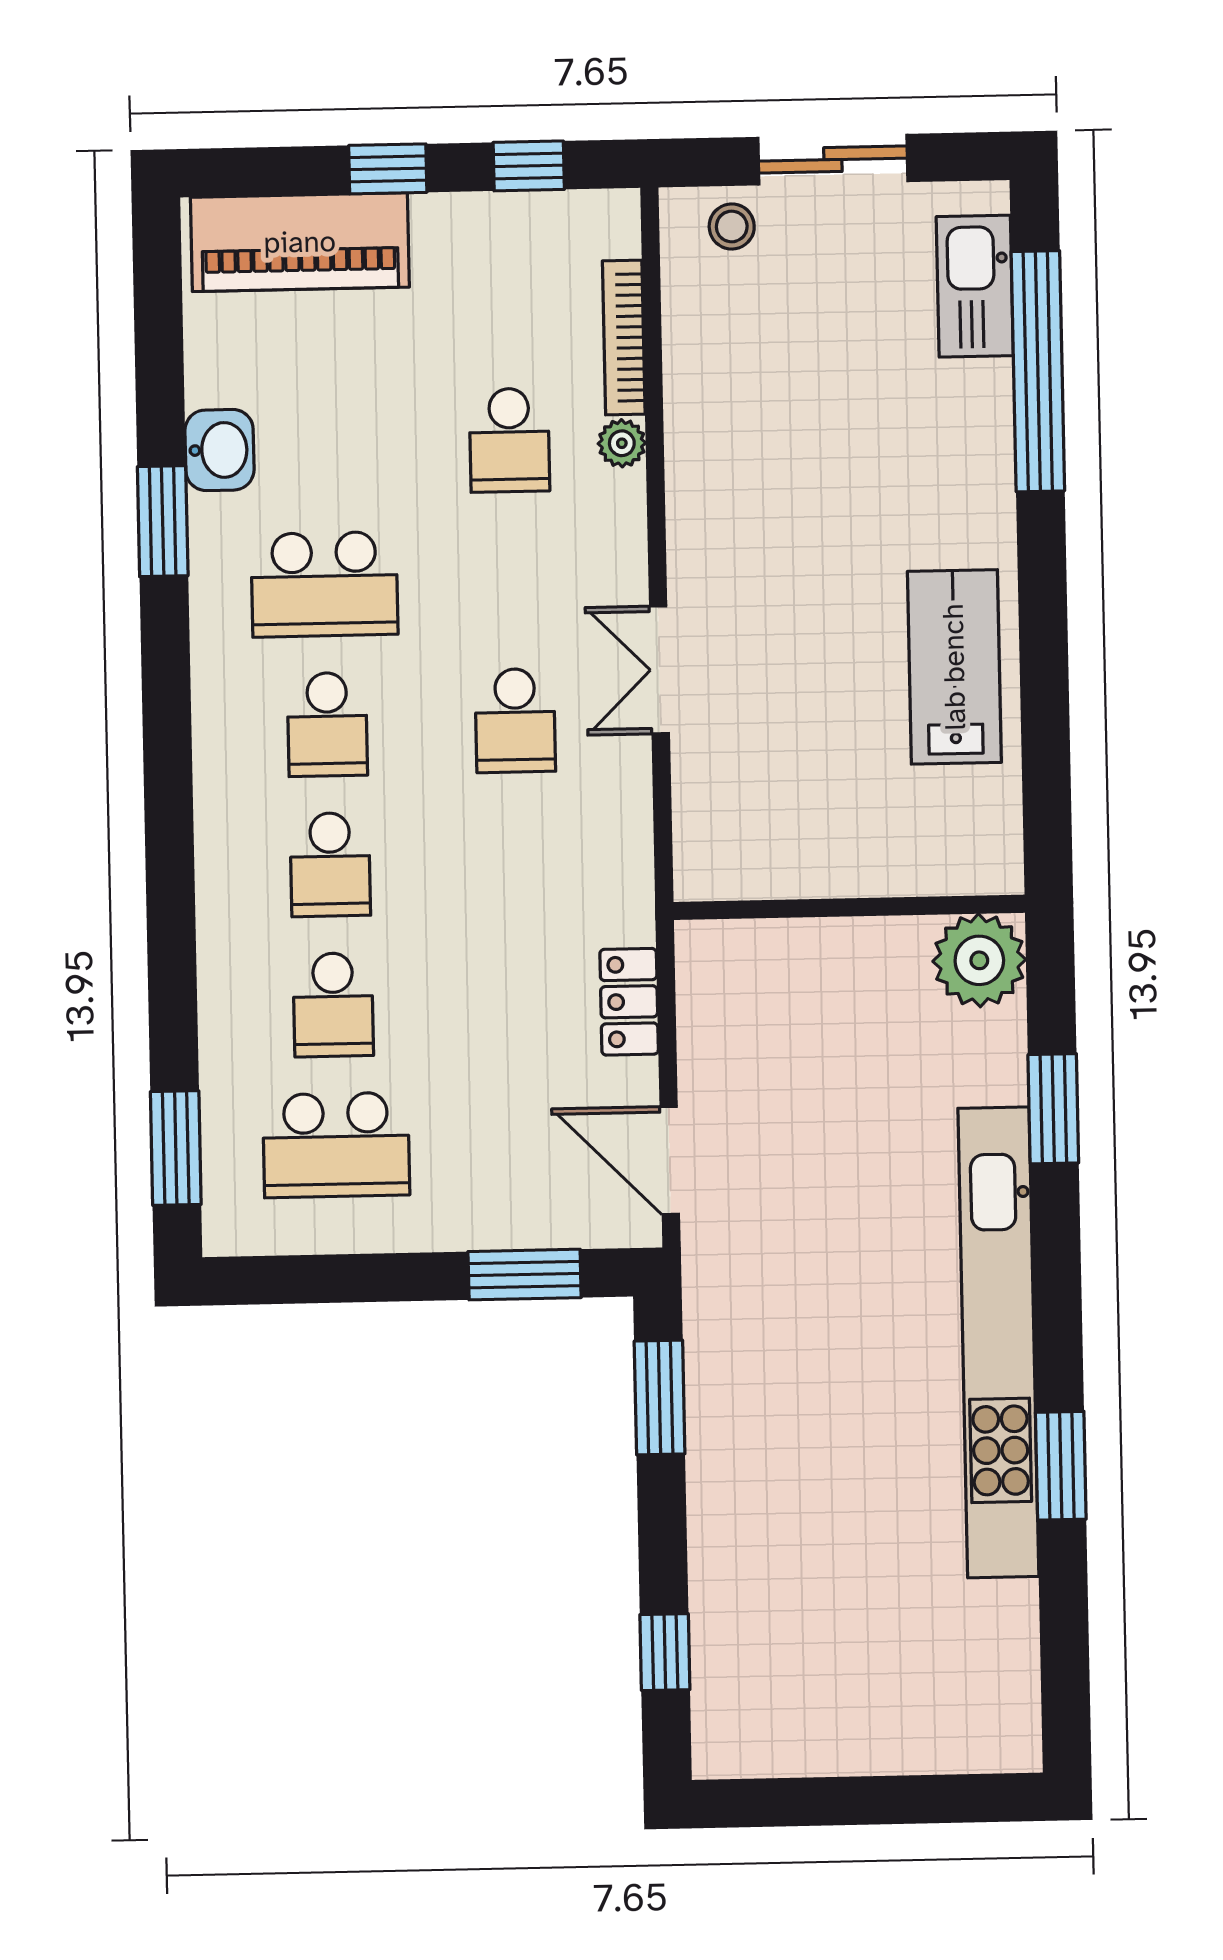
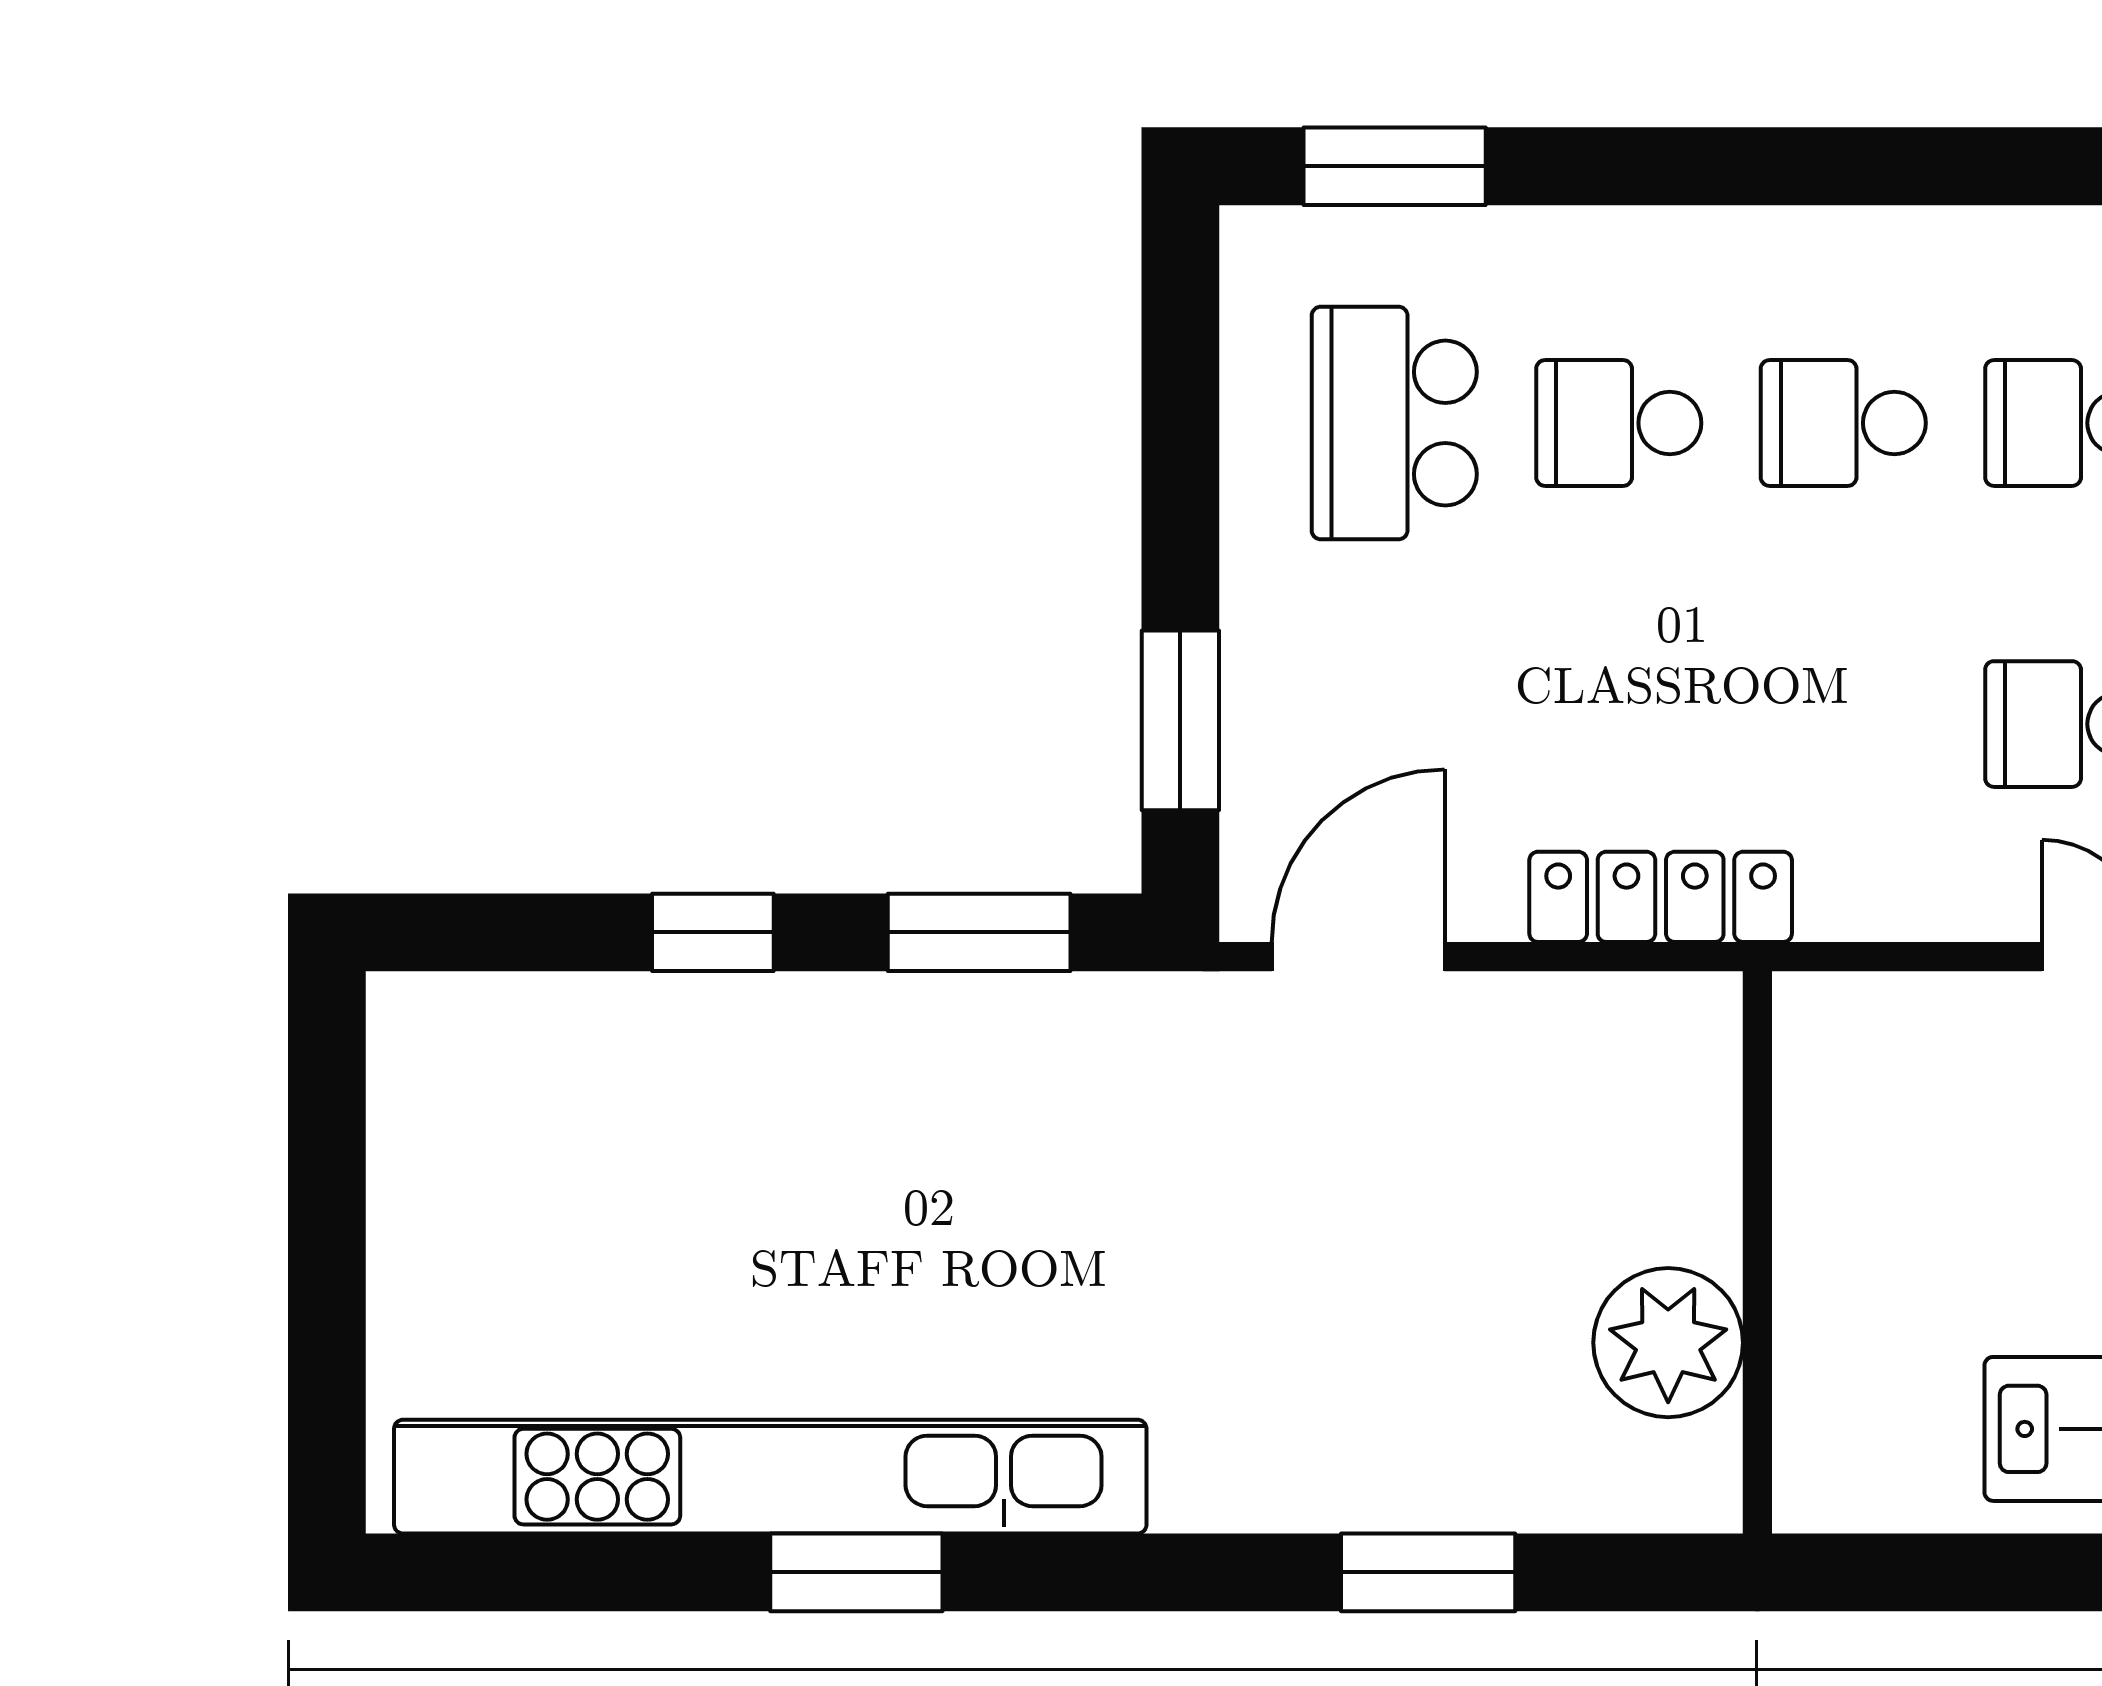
plant: (979, 960) -> (1668, 1343), moved
locker: (629, 1002) -> (1661, 897), width x1.53
kitchen unit: (998, 1342) -> (770, 1477), moved
window: (665, 1652) -> (713, 932), moved

